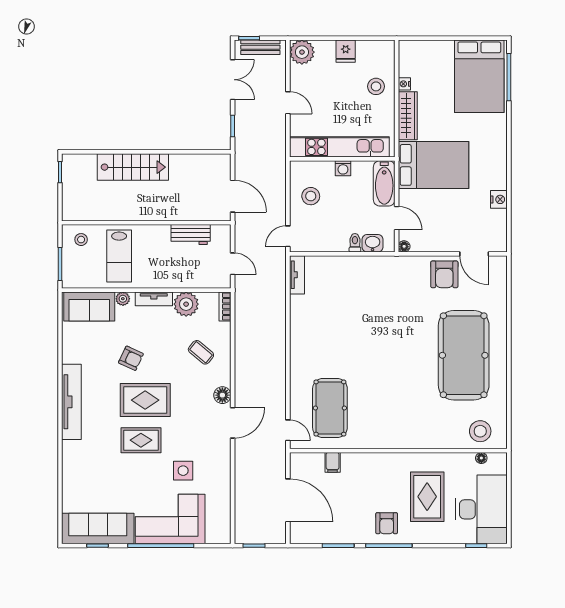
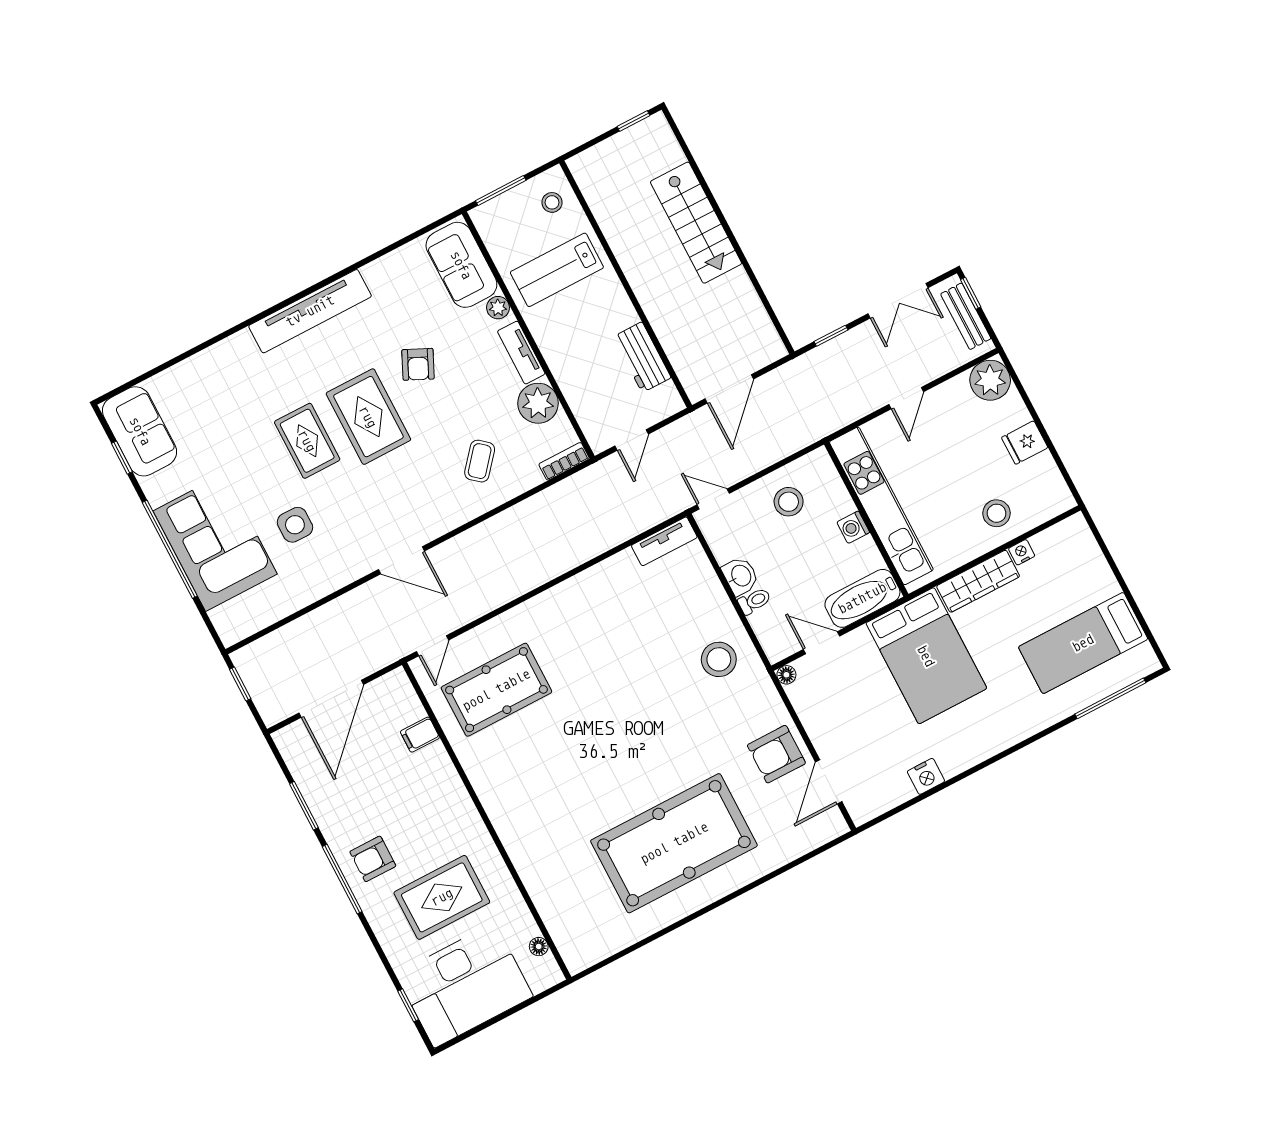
bed: (479, 76) -> (1083, 643), width x0.67
door: (397, 218) -> (822, 643), swing flipped
washbasin: (373, 243) -> (740, 576), moved
floor lamp: (222, 395) -> (434, 524), removed
stool: (480, 431) -> (719, 659), moved
sofa: (98, 529) -> (140, 431), width x0.73

